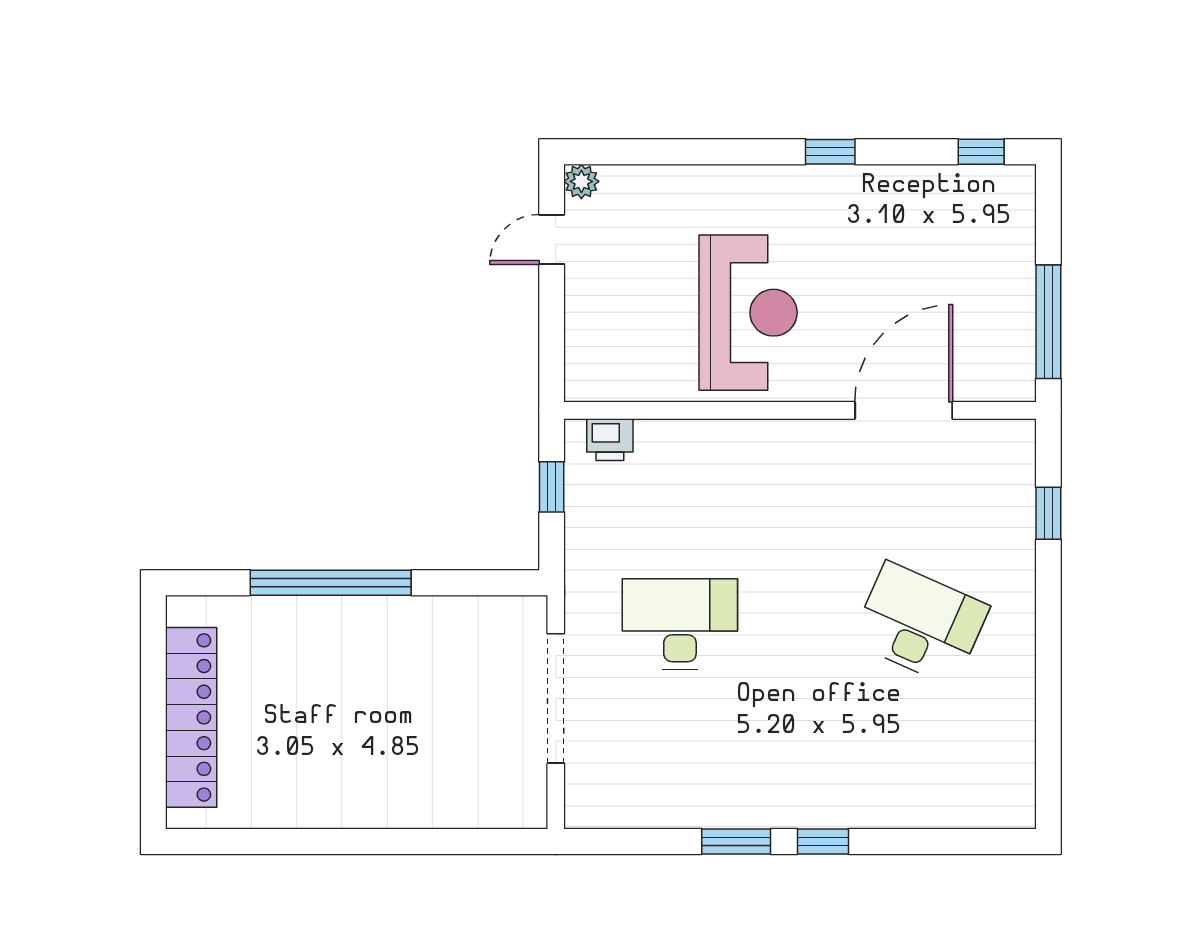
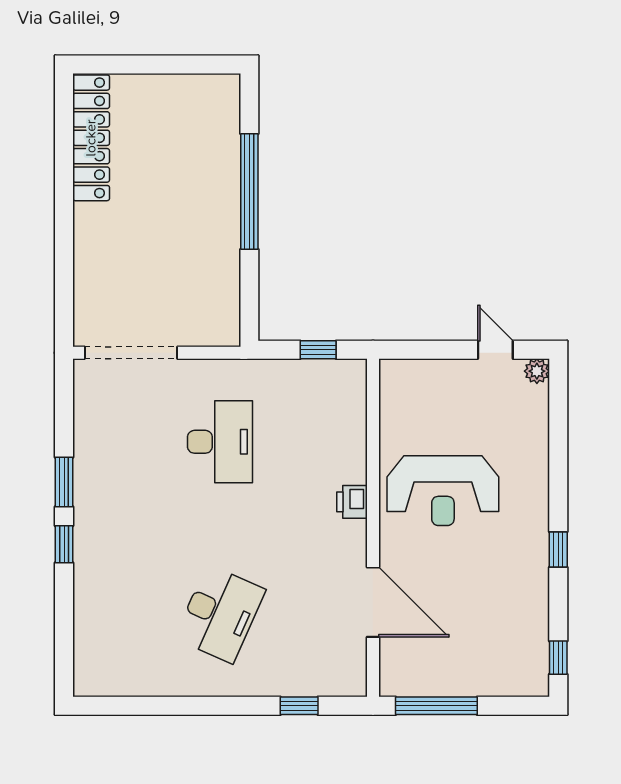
printer: (610, 440) -> (352, 502), moved
doorway: (556, 698) -> (131, 353), moved
locker: (191, 717) -> (91, 138), moved, turned -90

